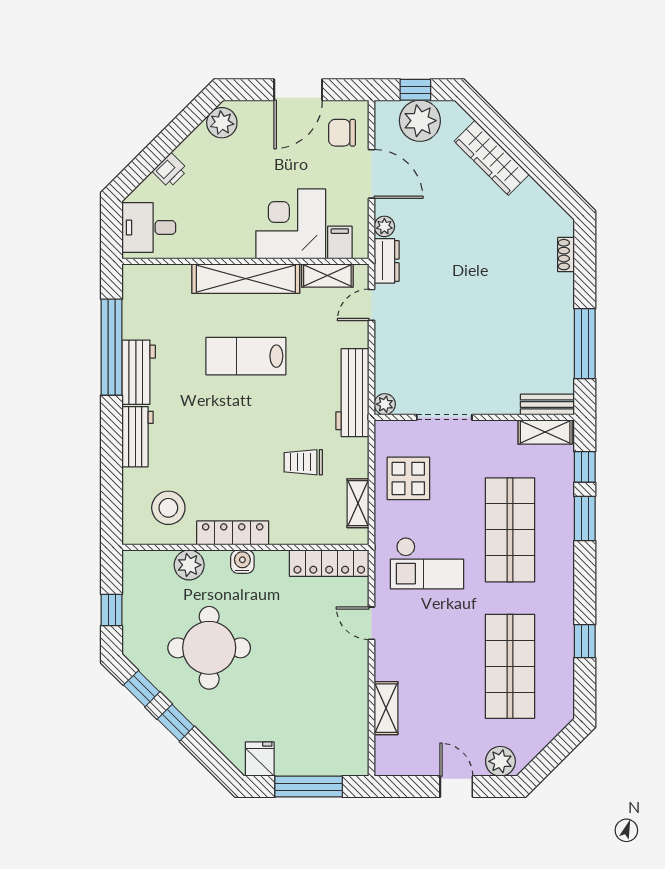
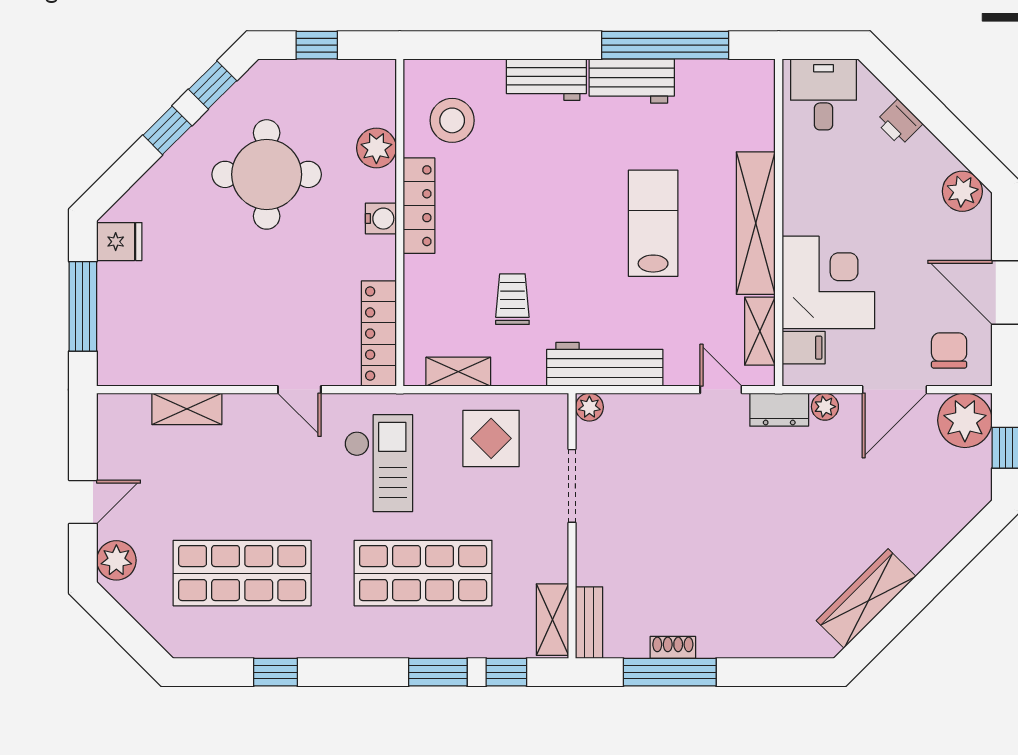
plant: (420, 121) -> (965, 420), moved
wardrobe: (492, 158) -> (866, 599), moved
shoe rack: (566, 255) -> (673, 647), moved
checkout: (427, 563) -> (379, 463), turned 180
door: (372, 623) -> (299, 390), swing flipped

